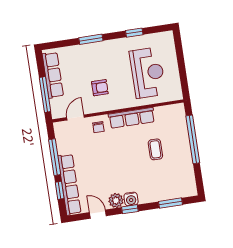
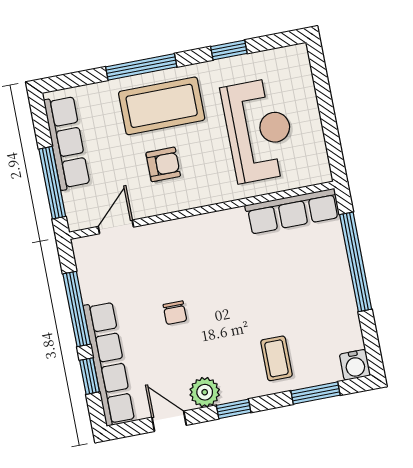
window: (91, 39) -> (141, 67), width x1.44
coffee table: (100, 59) -> (162, 106), added
row of seats: (132, 118) -> (292, 211), moved
chair: (98, 127) -> (175, 313), moved
coffee table: (155, 149) -> (276, 358), moved
water cooler: (131, 199) -> (355, 365), moved

